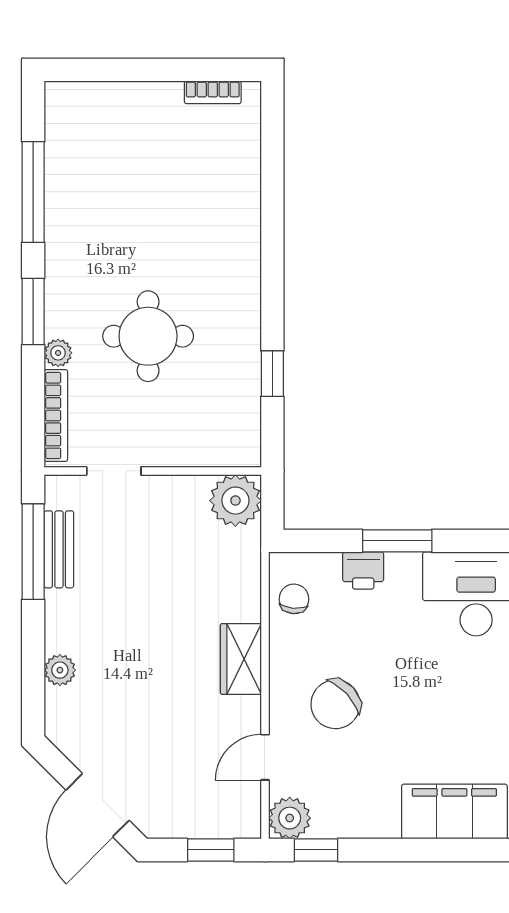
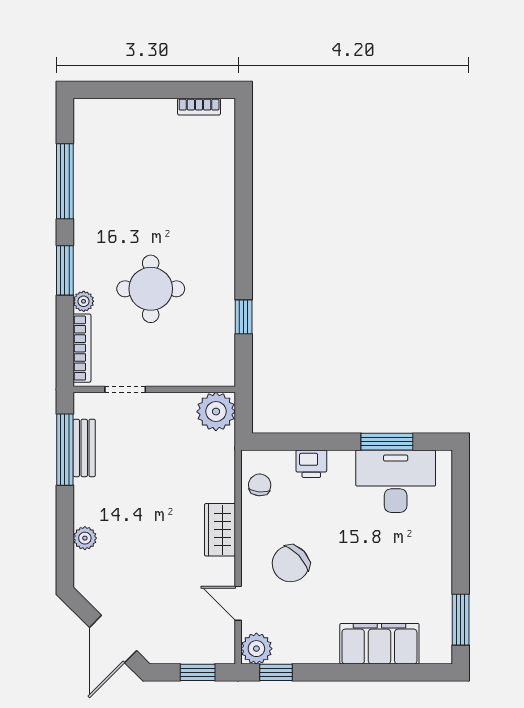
window: (397, 541) -> (387, 442), moved
door: (265, 757) -> (238, 603), hinge flipped

